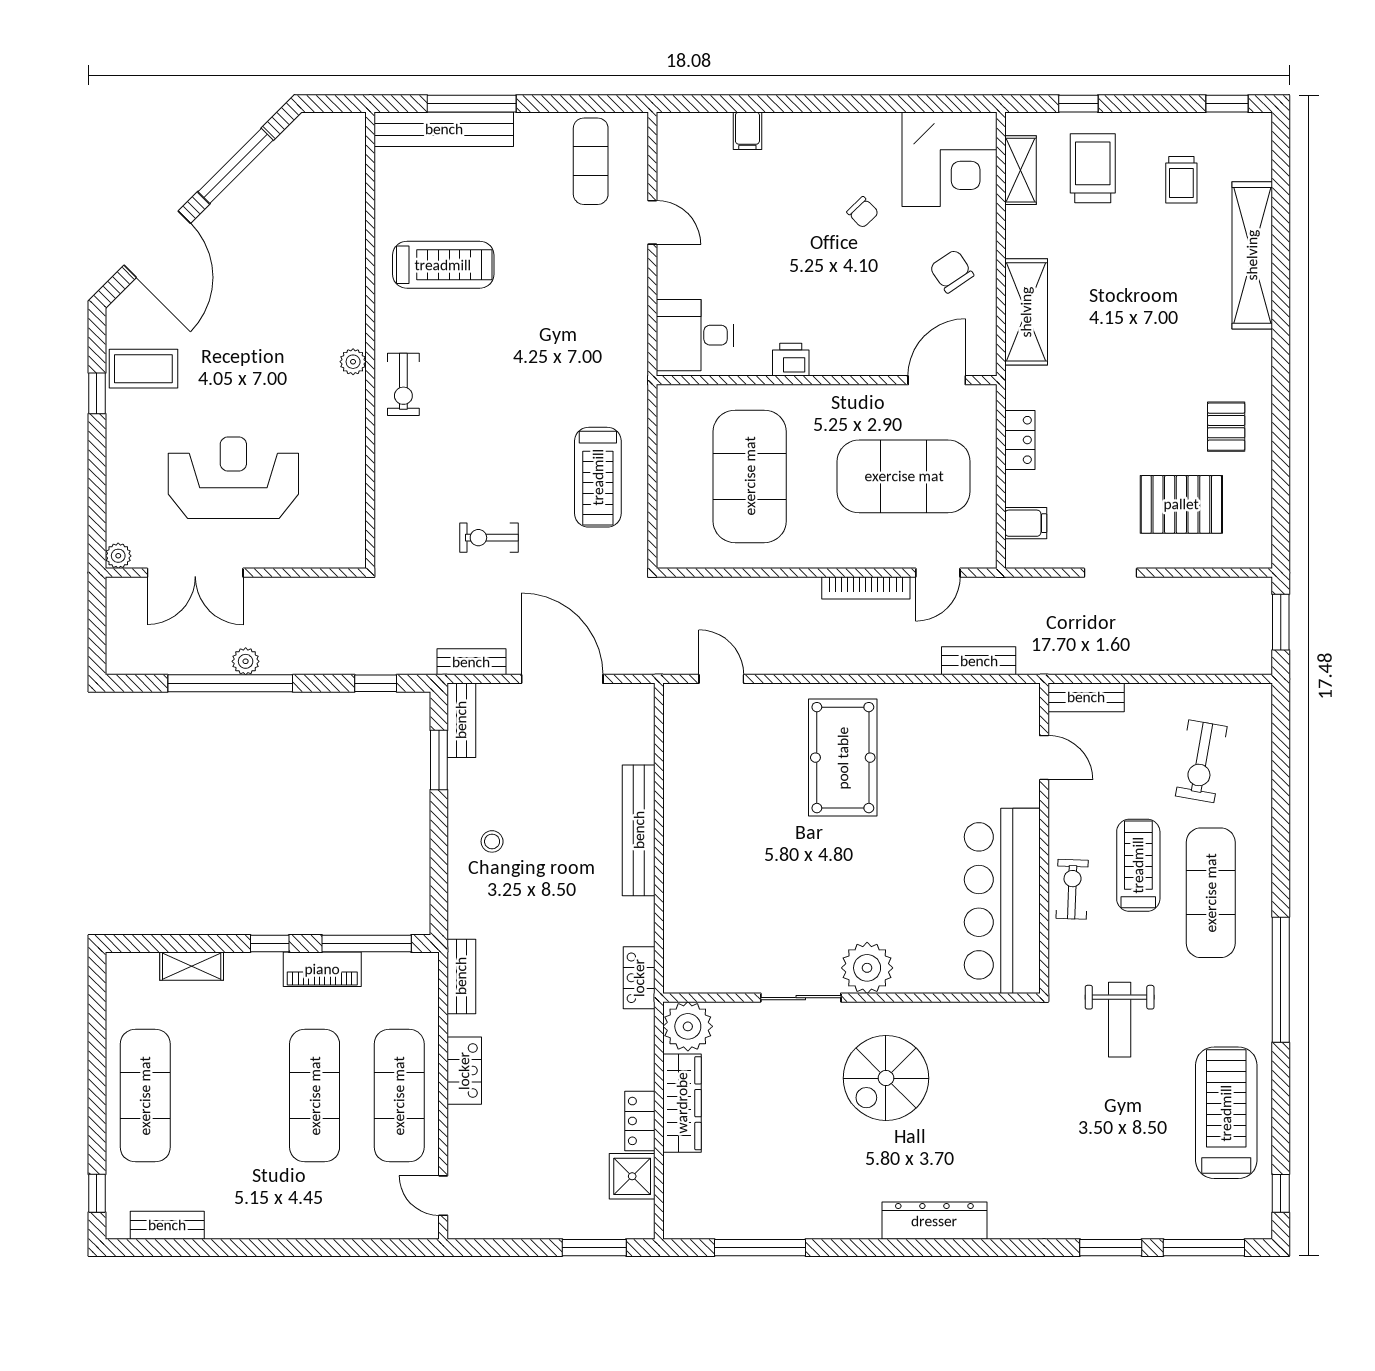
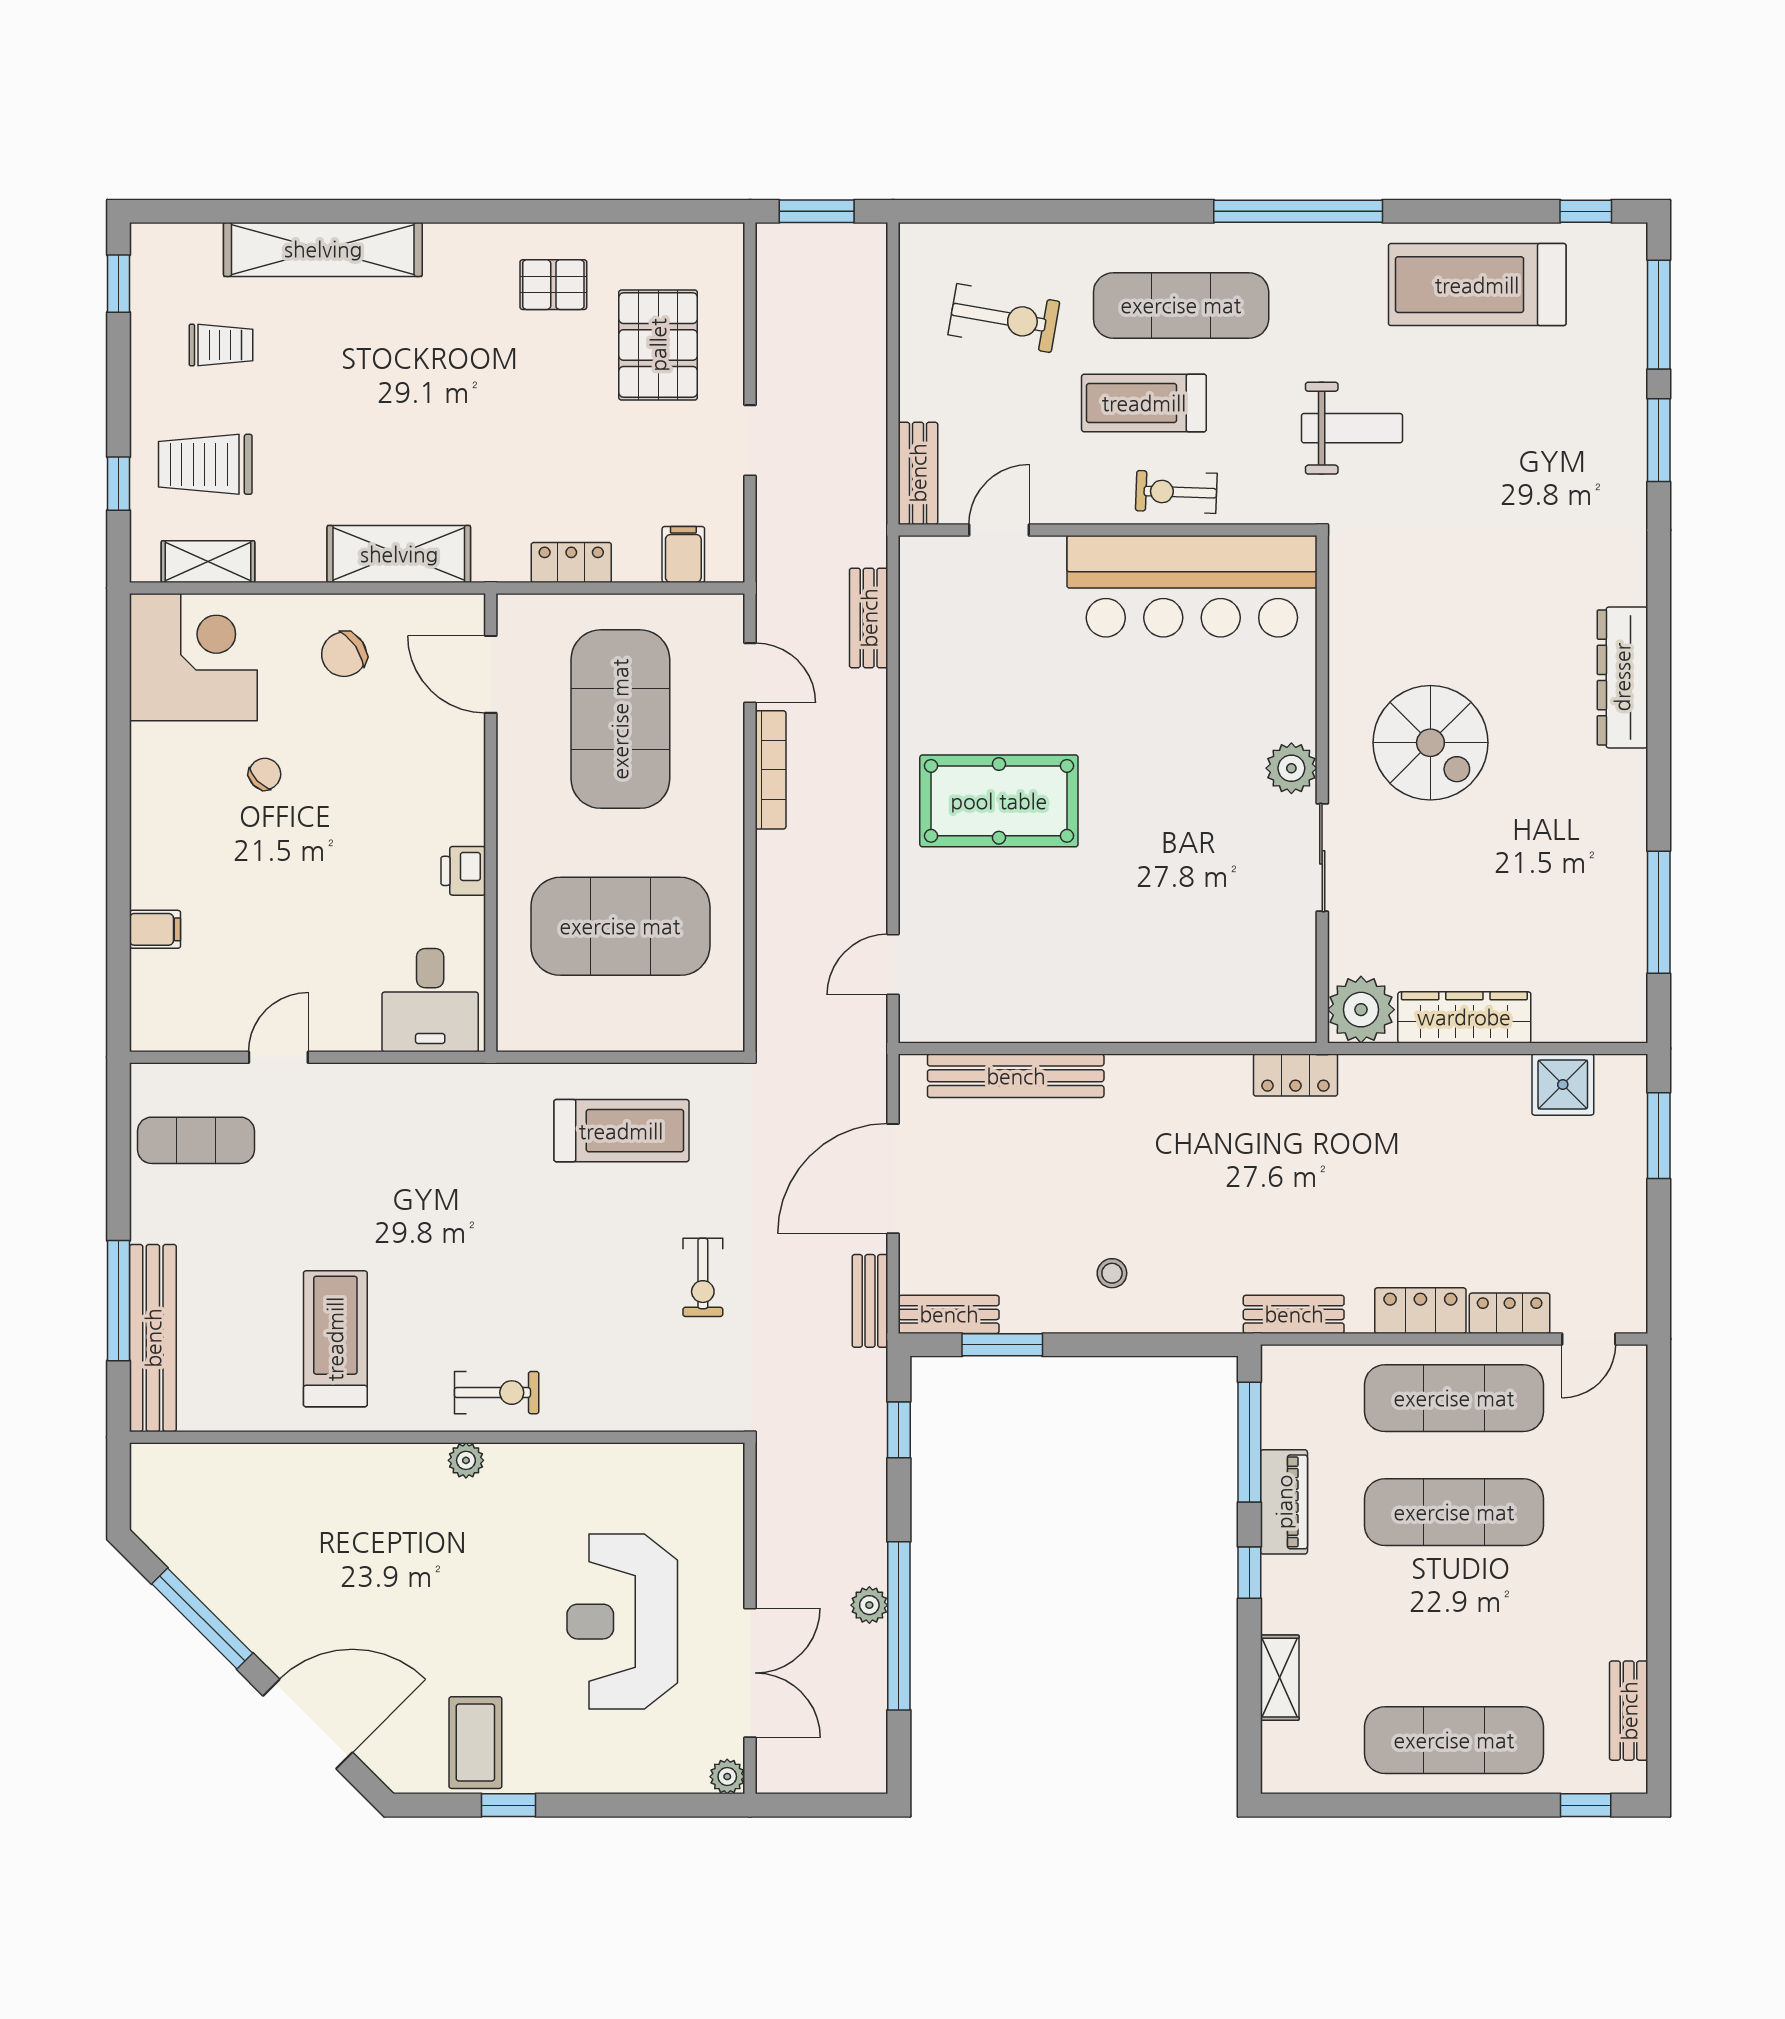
bench: (639, 830) -> (1016, 1076), moved
plant: (867, 968) -> (1291, 768), width x0.73, depth x0.73
locker: (640, 1121) -> (1510, 1313), moved, turned 180

